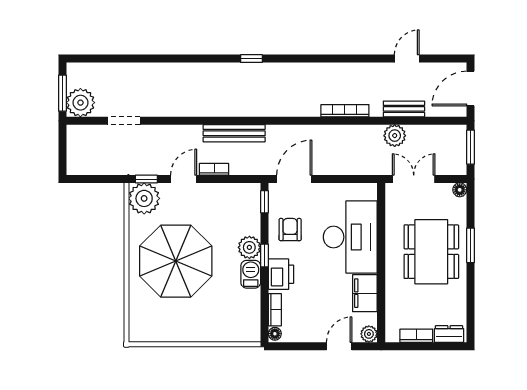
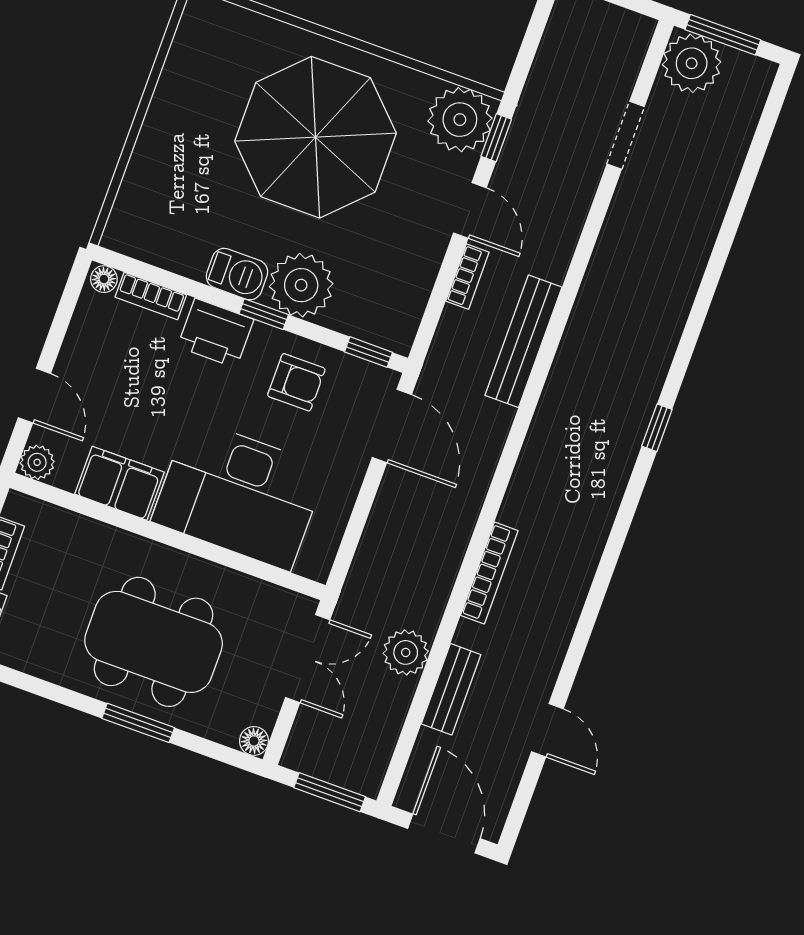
plant: (249, 247) -> (301, 285), width x1.36, depth x1.36

